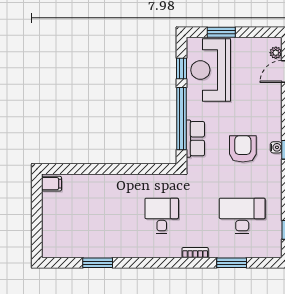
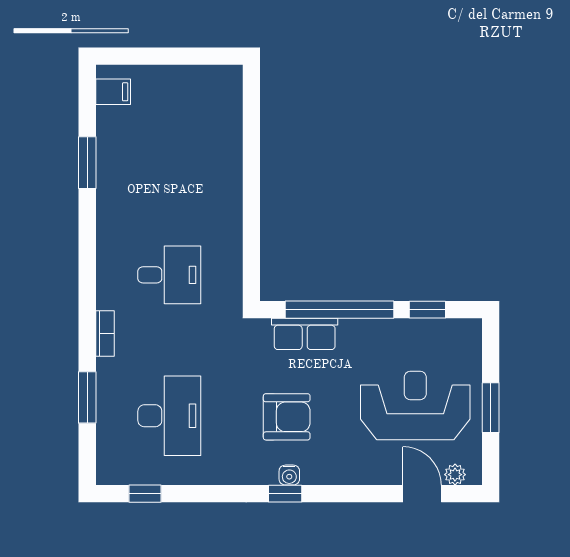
window: (221, 32) -> (491, 408), moved
reception desk: (211, 70) -> (415, 405), moved
filing cabinet: (51, 184) -> (113, 92), moved, turned -90

